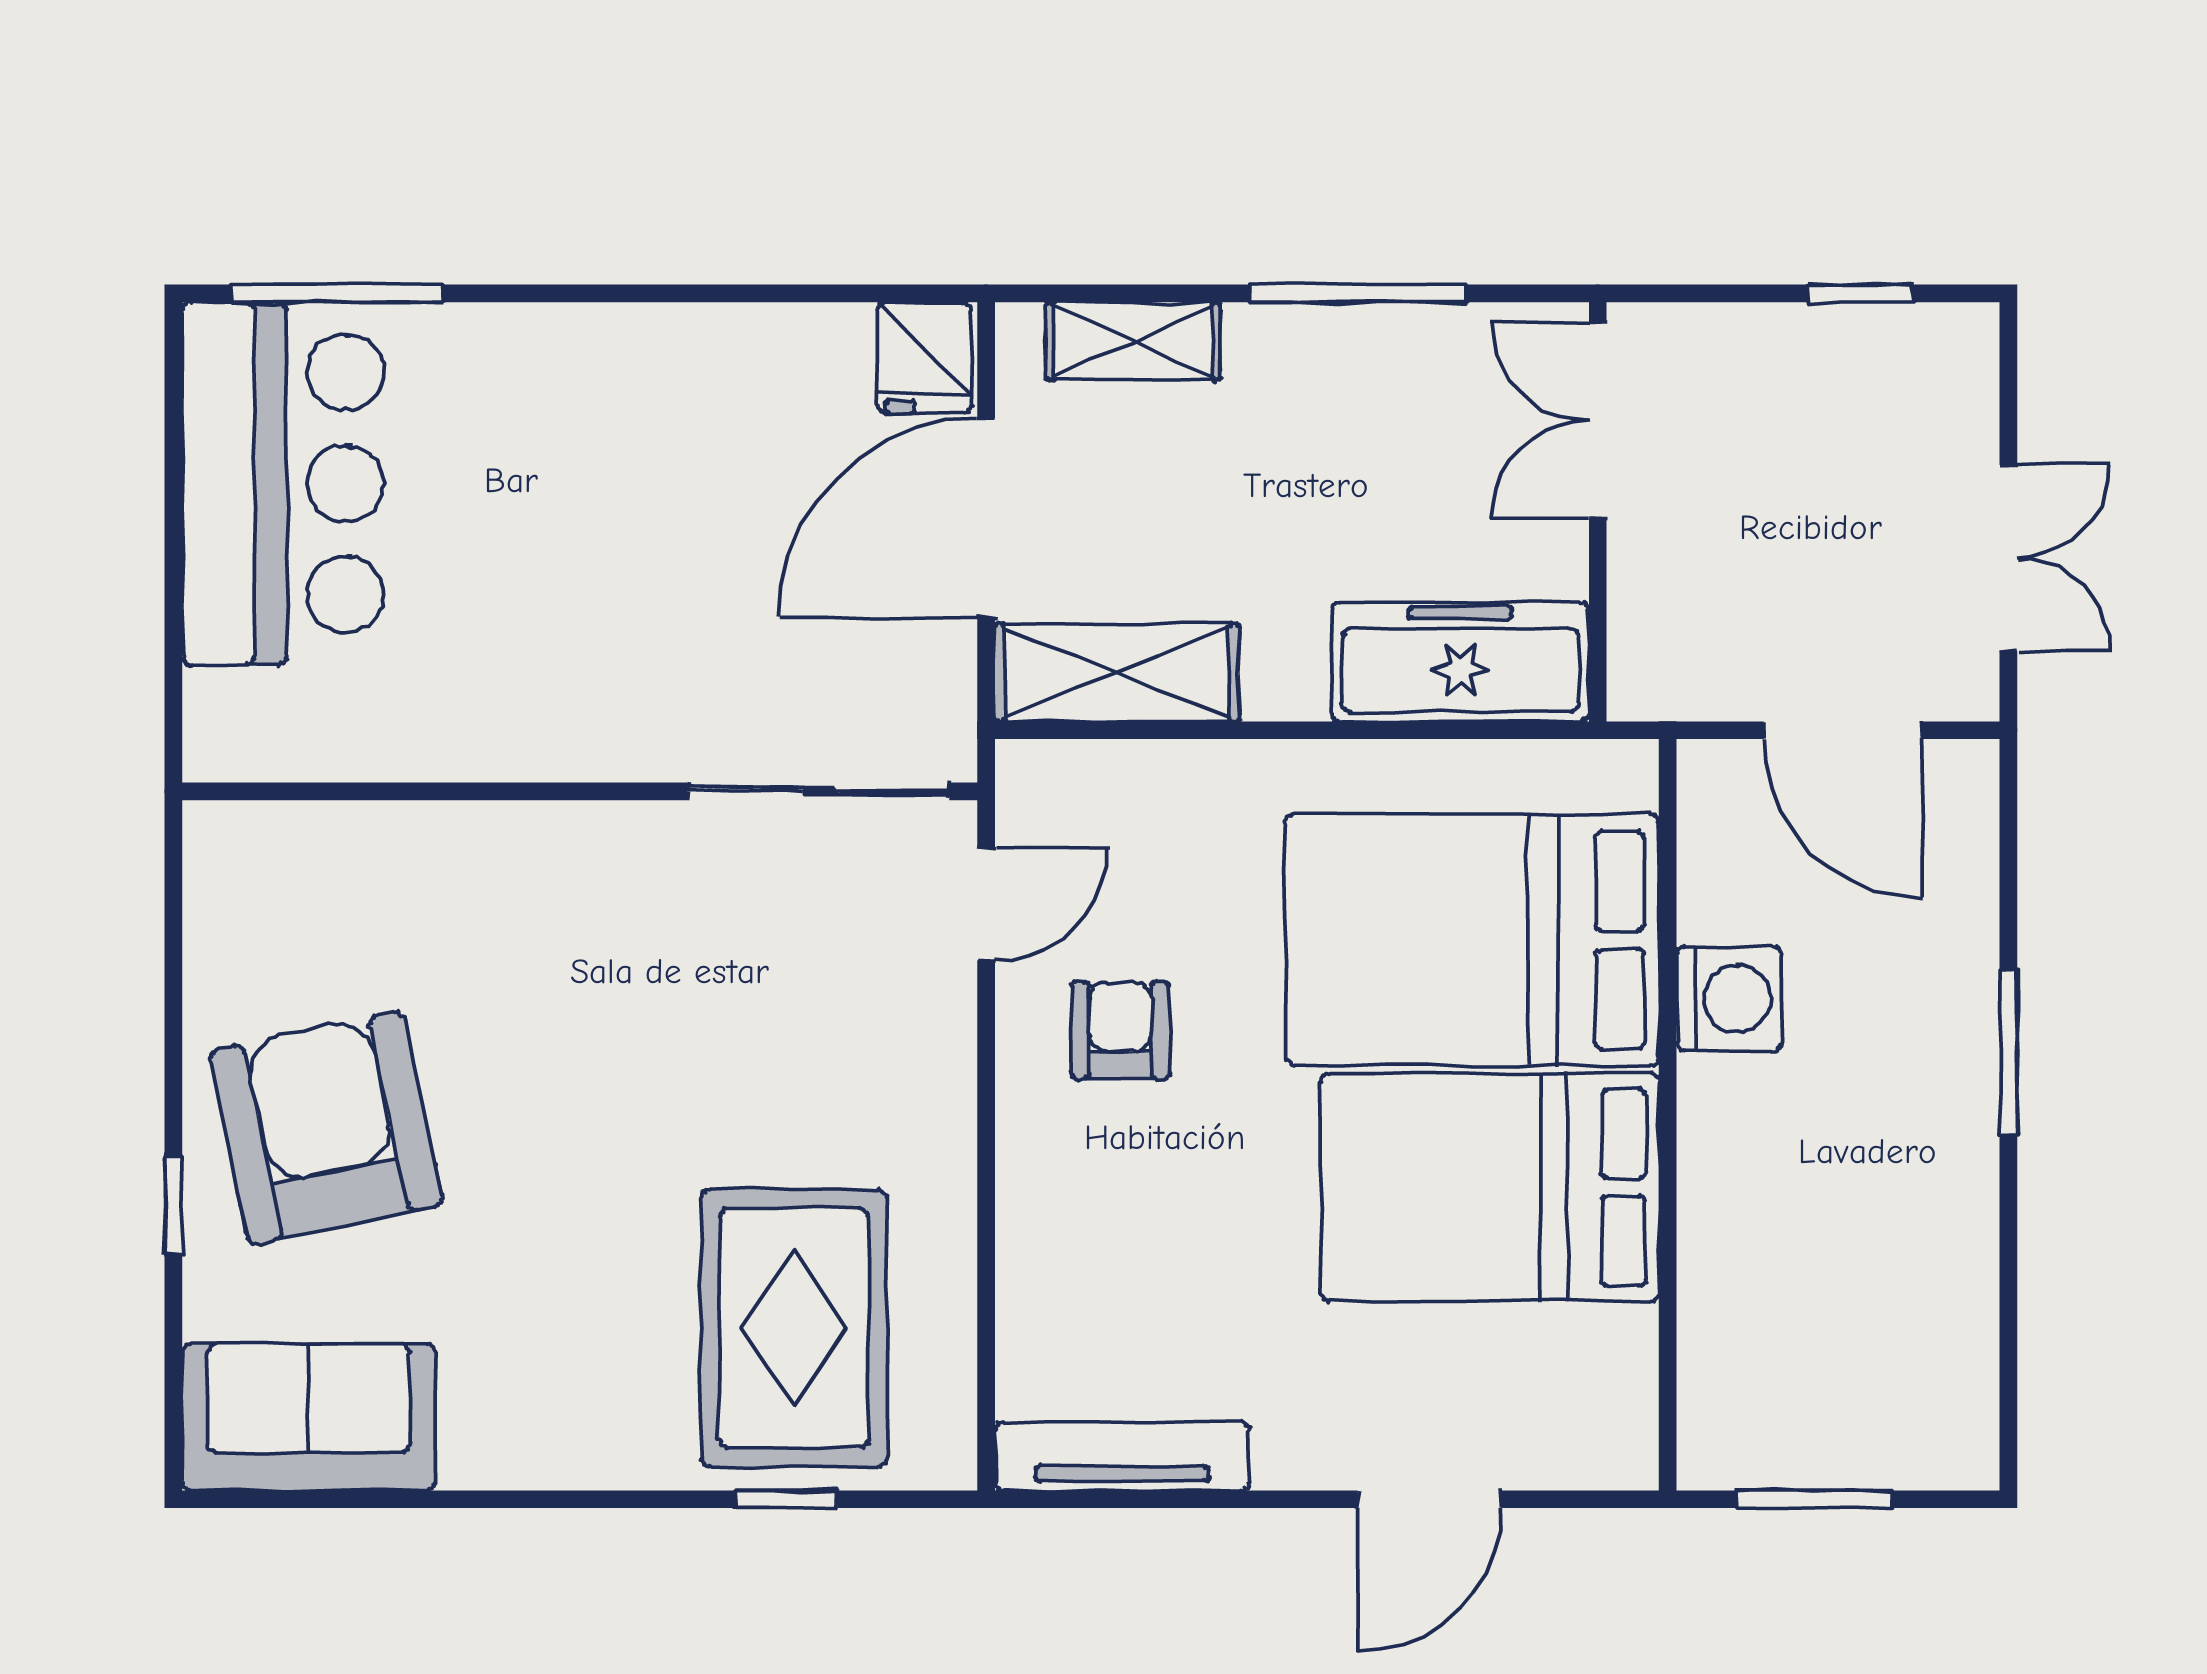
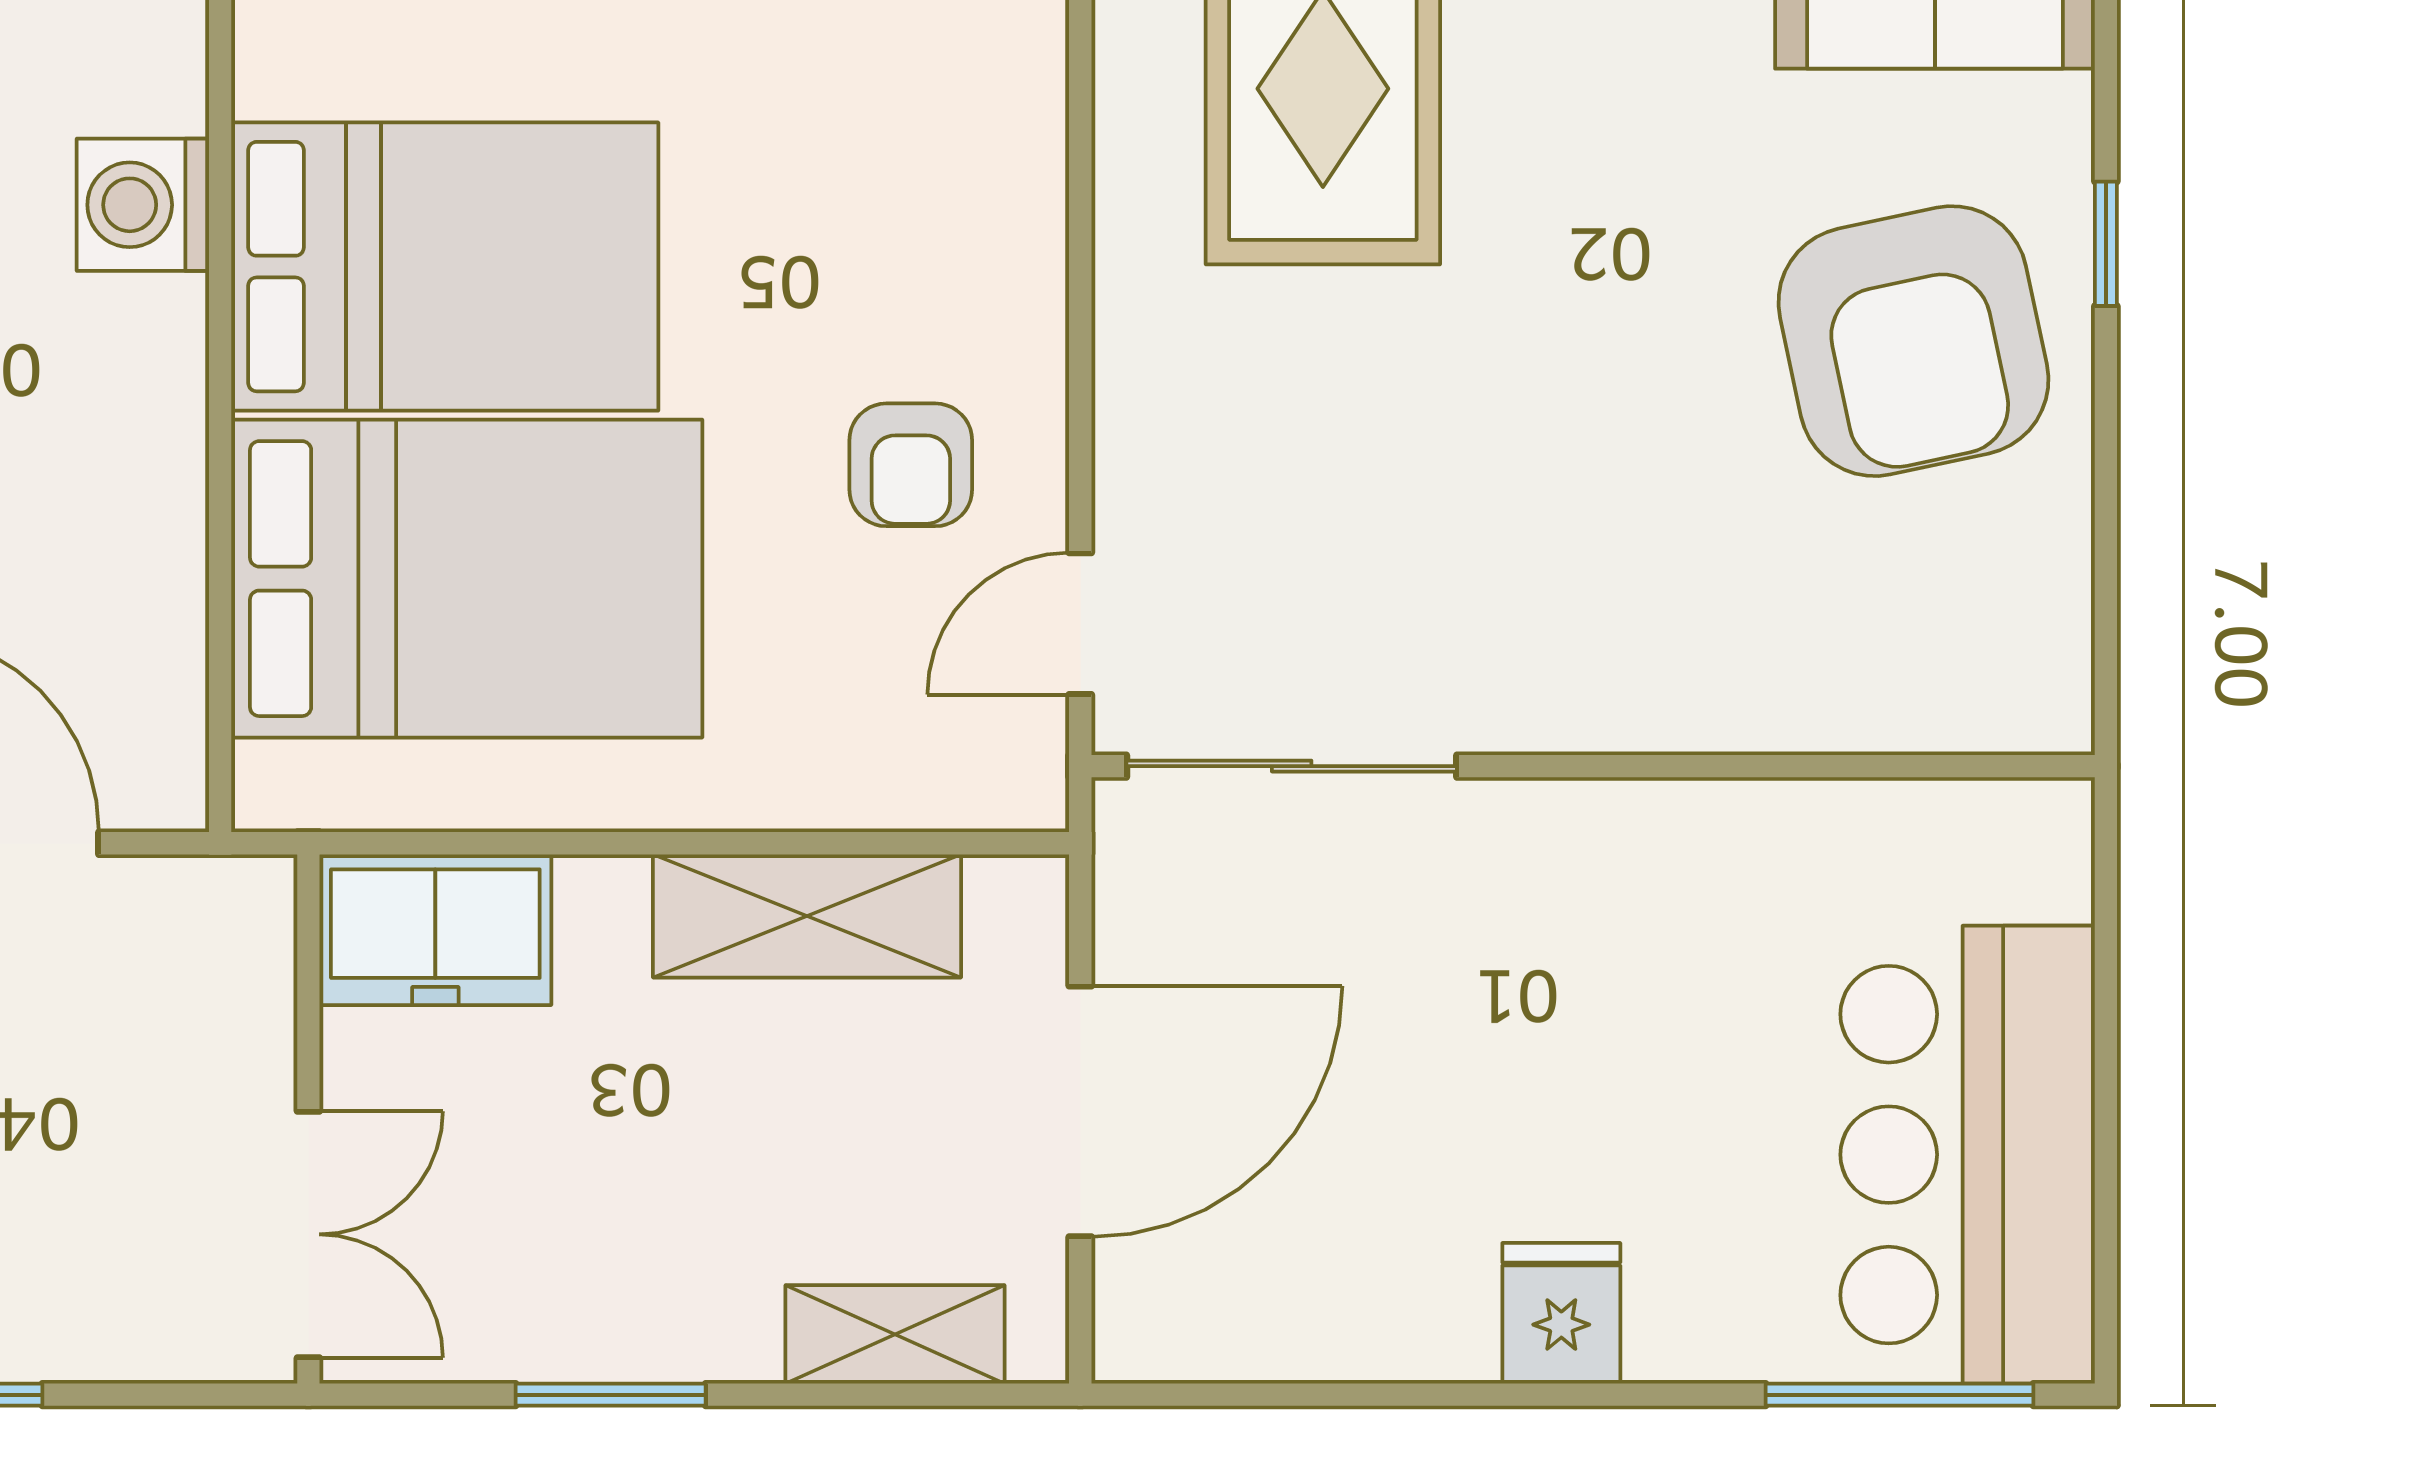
window: (1358, 293) -> (611, 1395), width x0.69
fridge: (924, 358) -> (1561, 1313), moved
freezer: (1460, 662) -> (435, 930), width x0.71
shelving: (1117, 673) -> (807, 916), moved
washing machine: (1729, 999) -> (143, 205), moved

